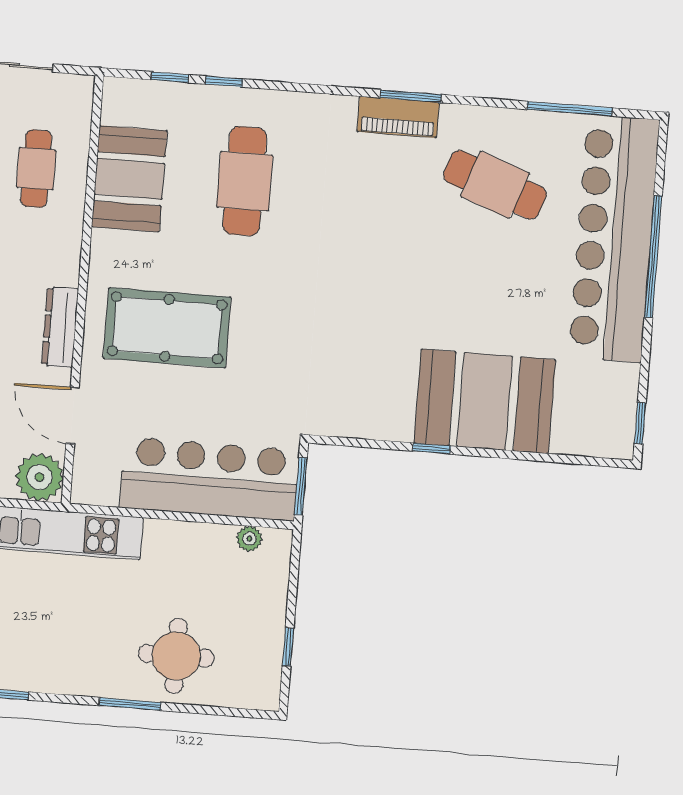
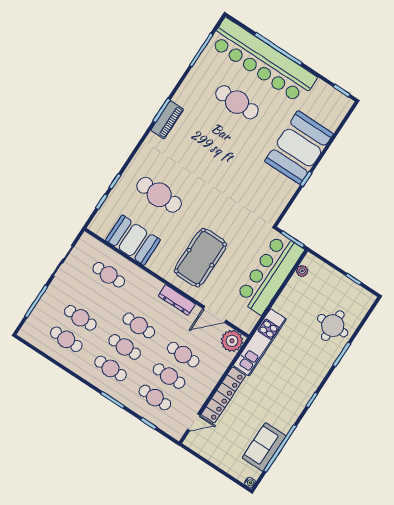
cafe table: (495, 185) -> (237, 102), moved, turned 70

